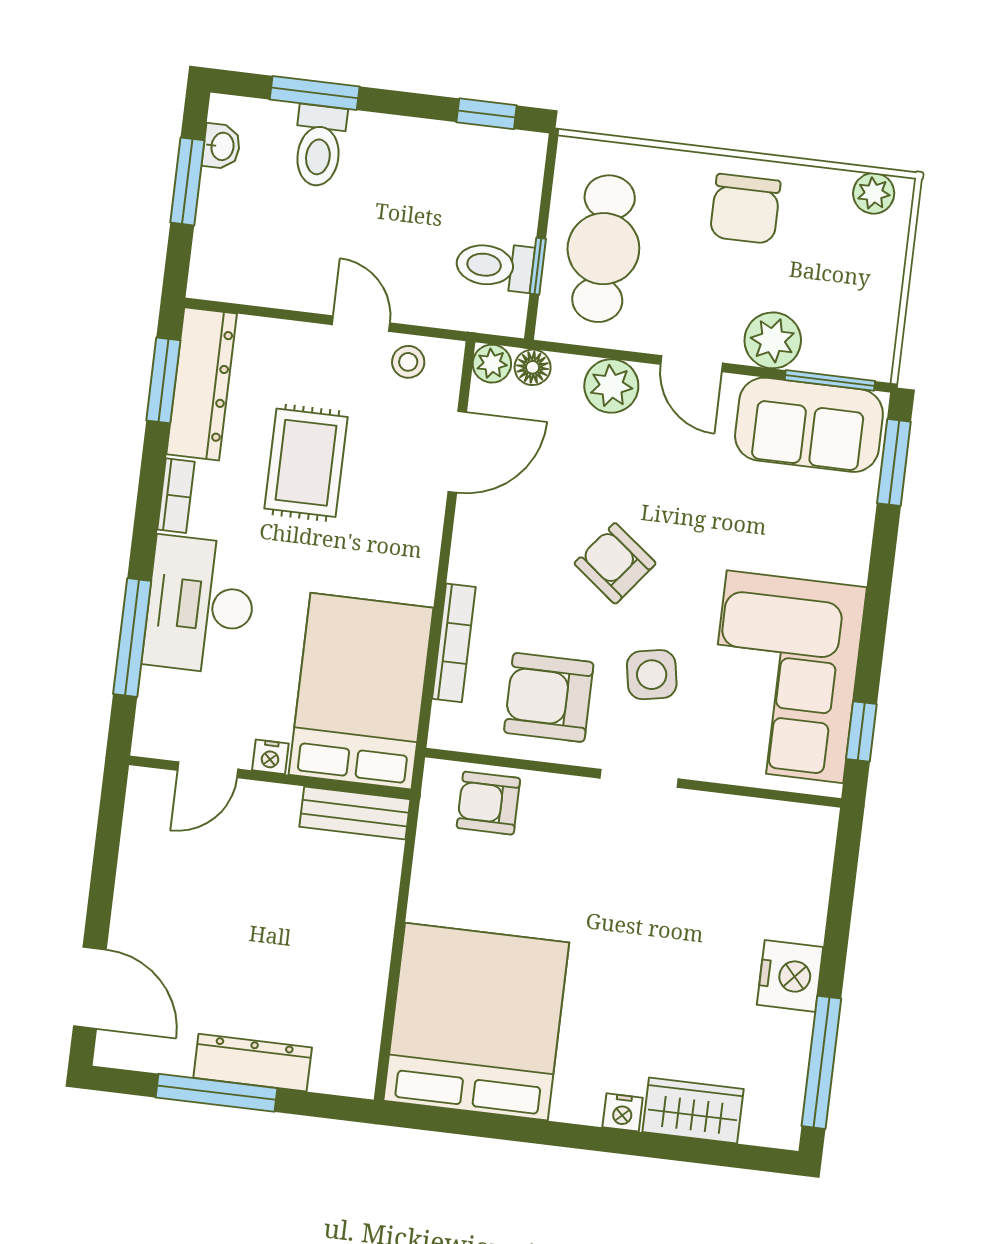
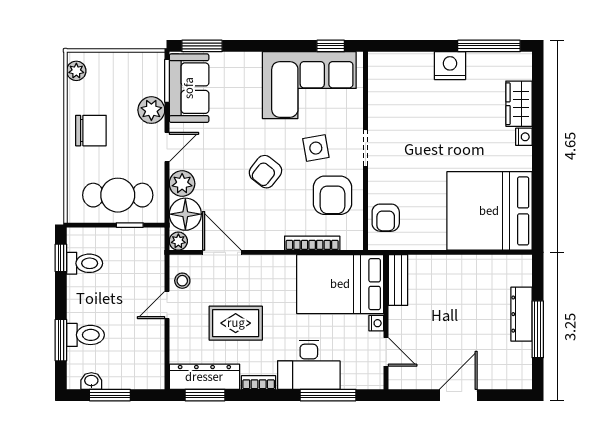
toilet: (495, 266) -> (85, 263), moved, turned -90
floor lamp: (533, 367) -> (185, 214), width x1.89, depth x1.89
door: (90, 988) -> (458, 395), moved

